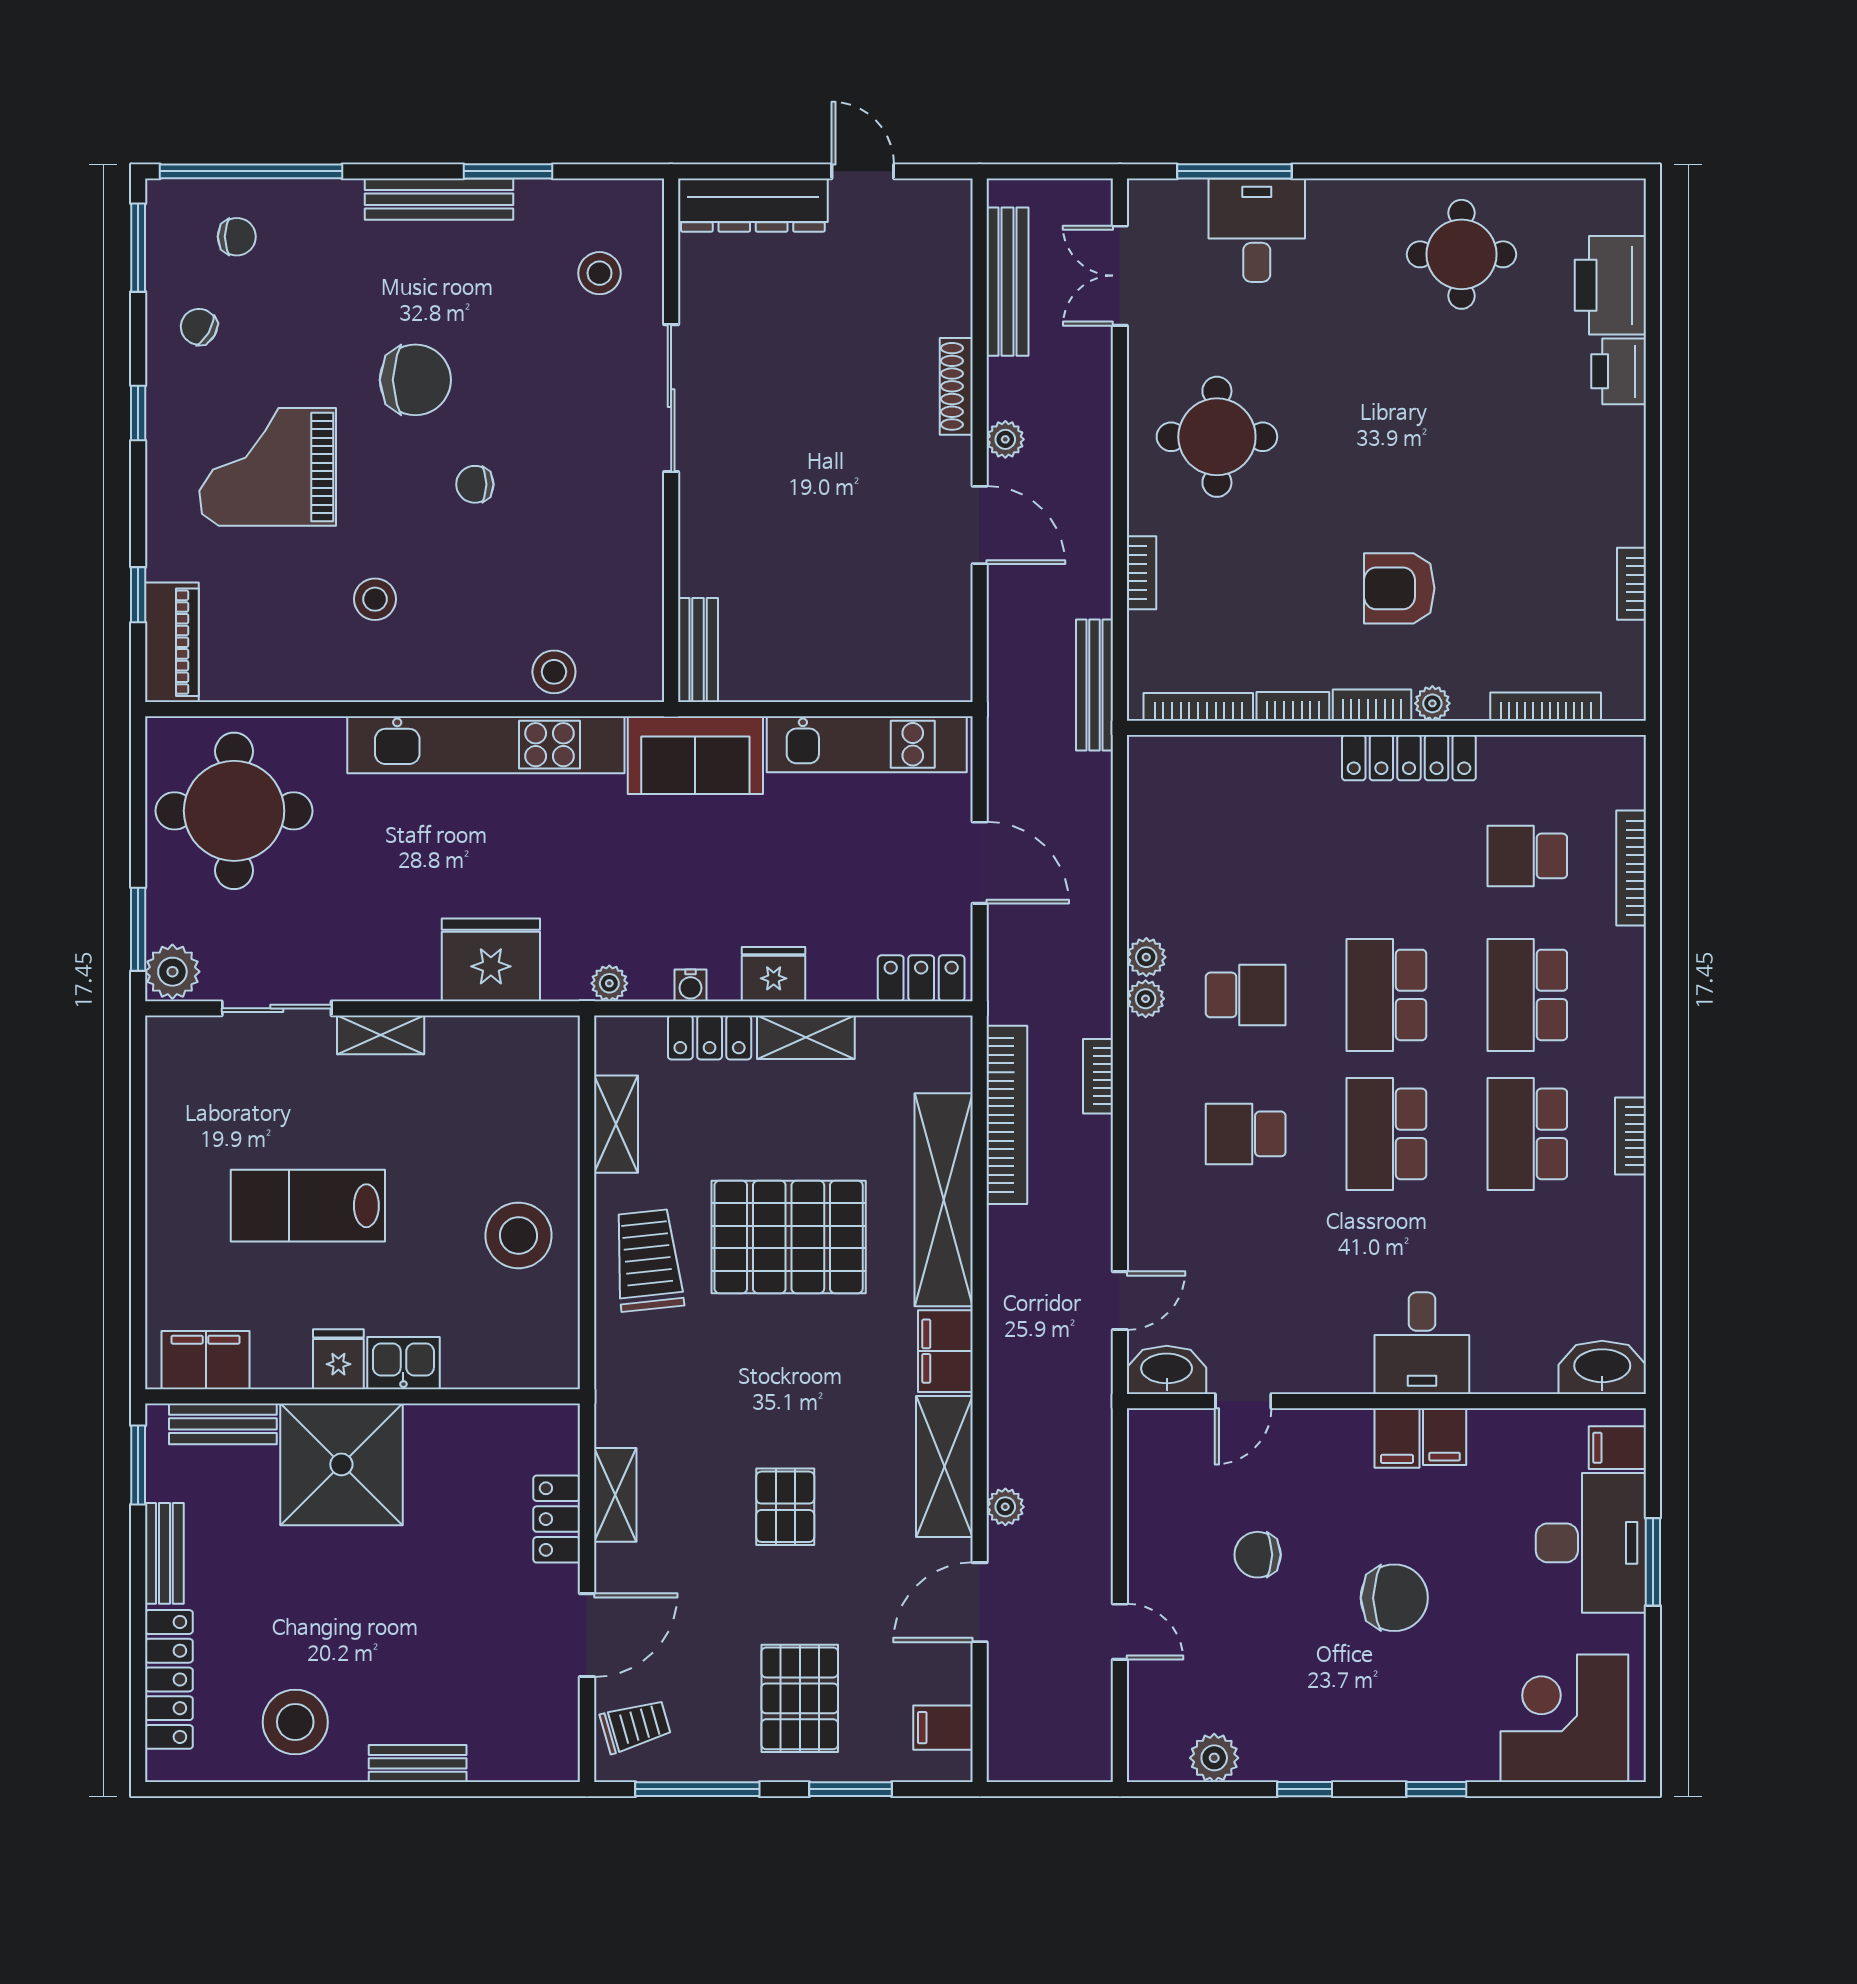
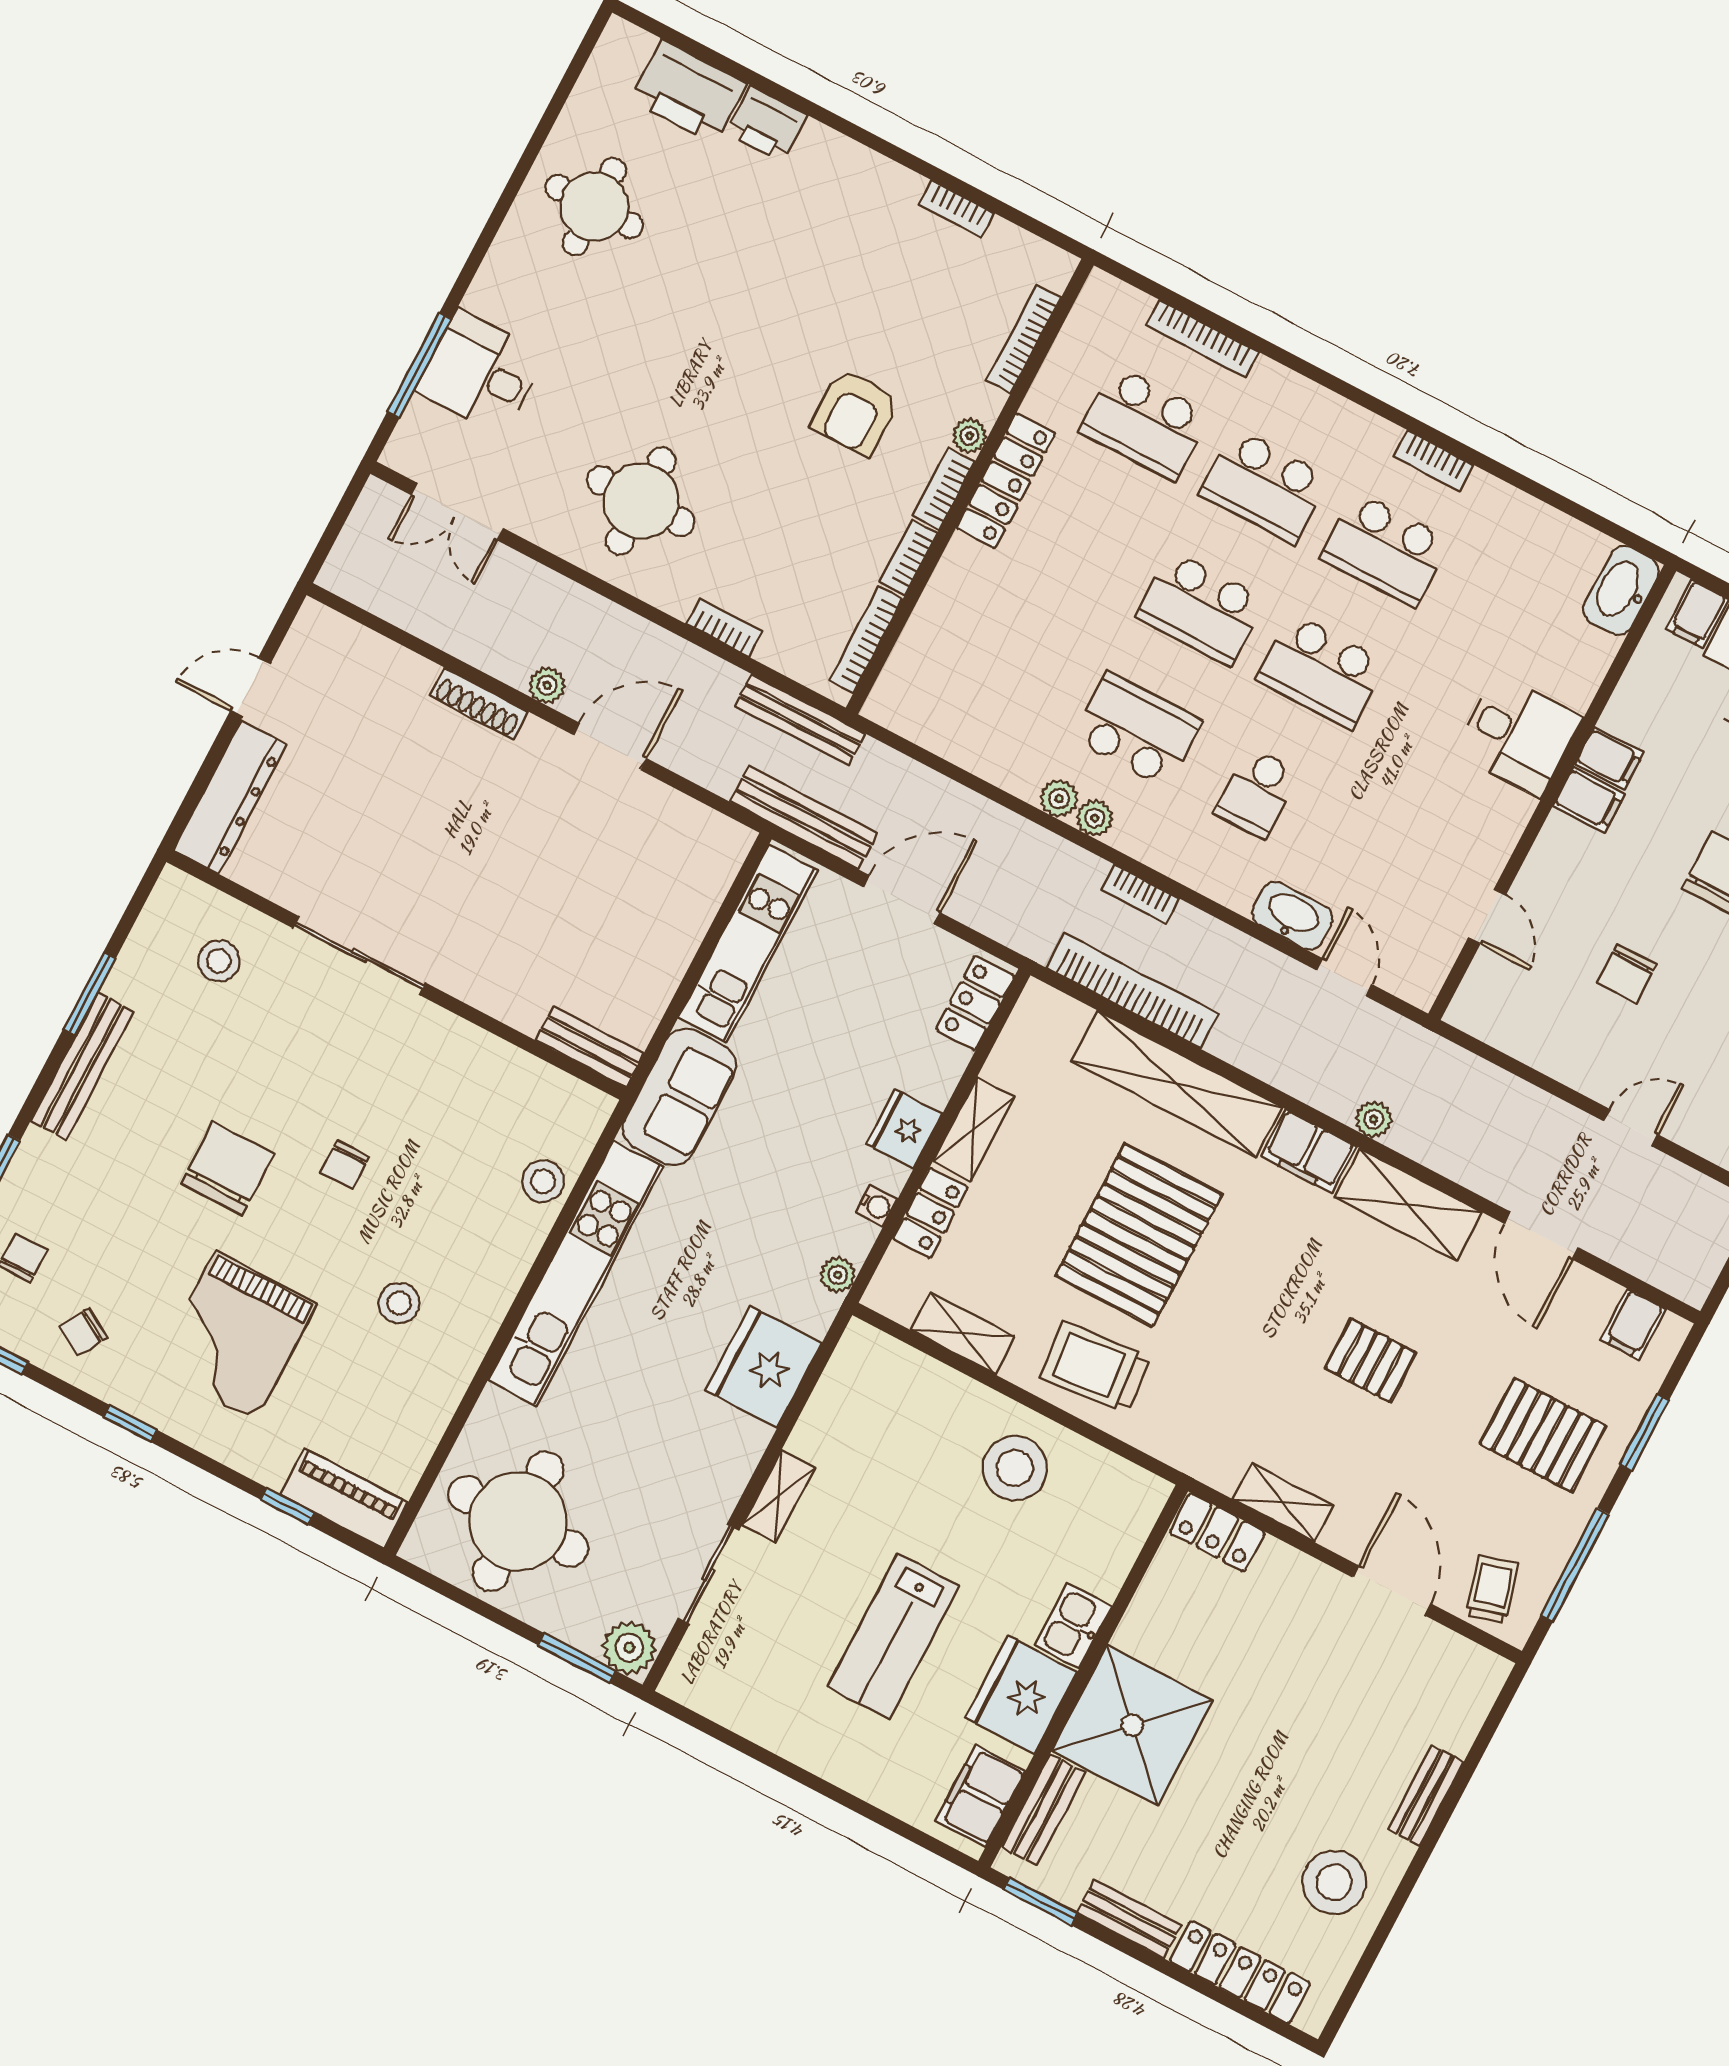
bench: (1008, 282) -> (804, 818), moved
school desk: (1527, 856) -> (1145, 423), width x1.85
school desk: (1246, 995) -> (1137, 730), width x1.85
fridge: (338, 1359) -> (1021, 1695), width x1.88, depth x1.34
washbasin: (1167, 1370) -> (1292, 916), moved, turned 90
plant: (1005, 1507) -> (1374, 1119), moved
locker: (557, 1519) -> (1217, 1532), moved

